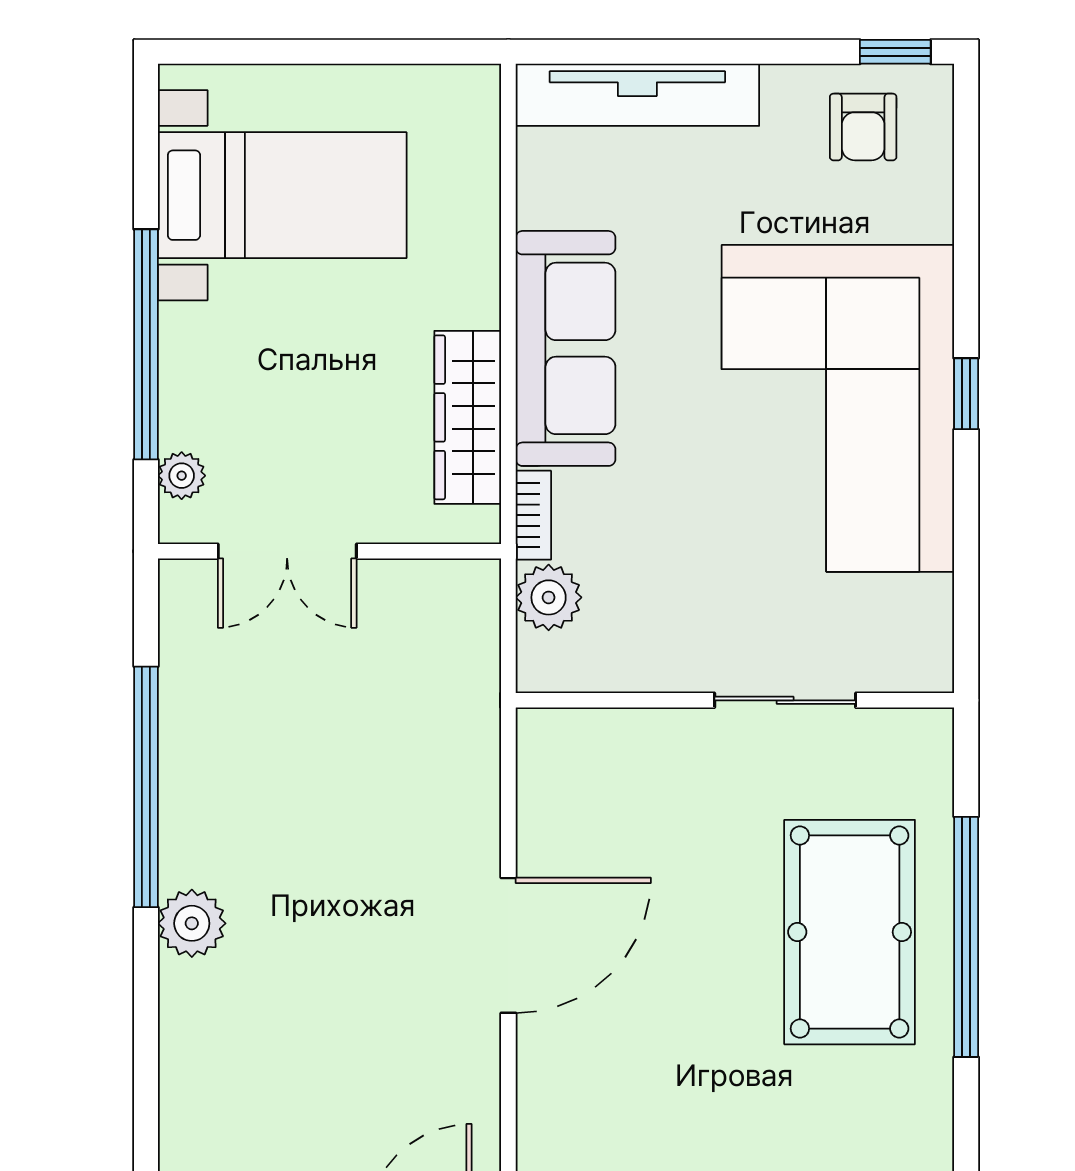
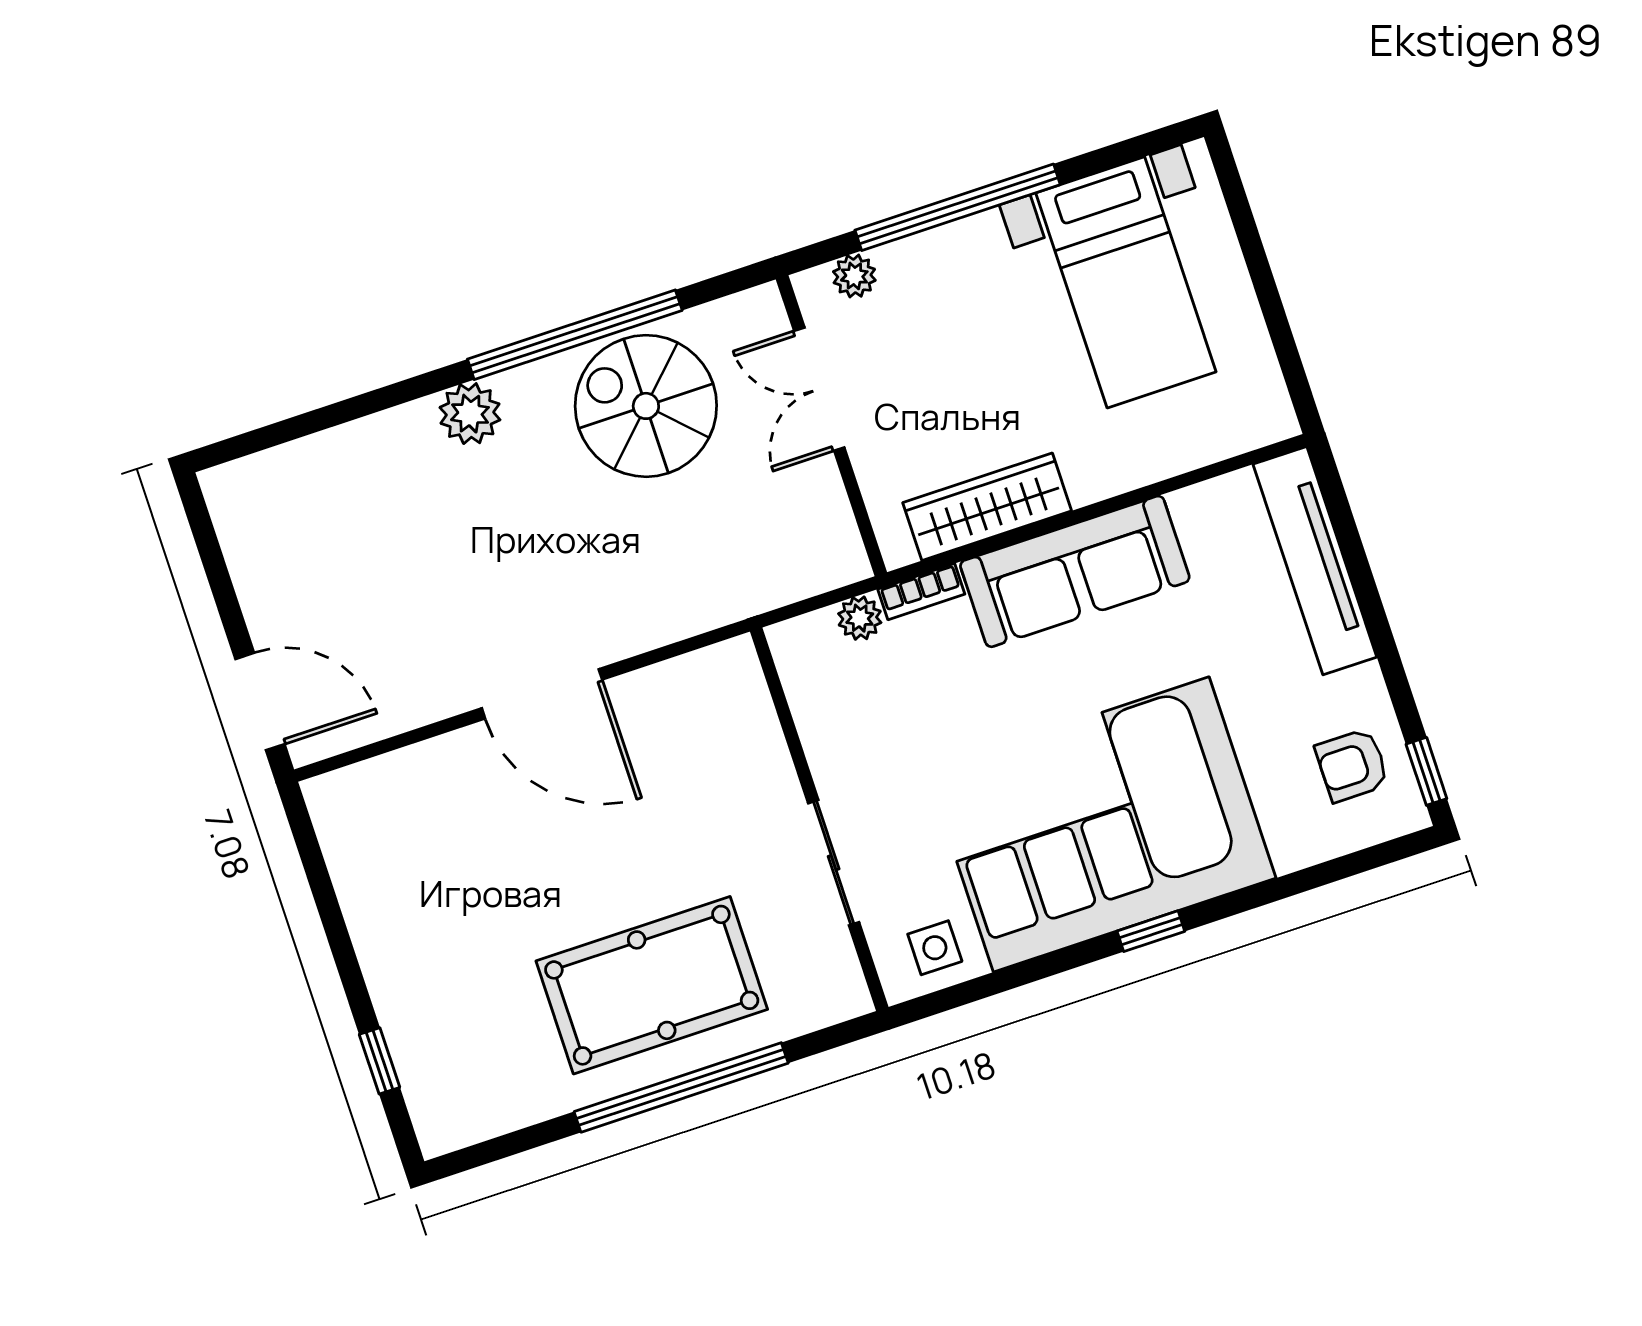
plant: (549, 597) -> (860, 618), width x0.73, depth x0.73
side table: (909, 624) -> (935, 948), added
spiral stairs: (245, 738) -> (646, 406), added

